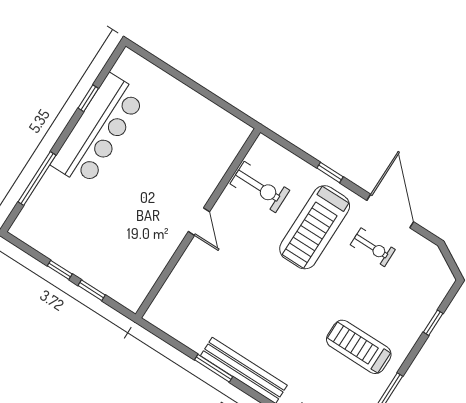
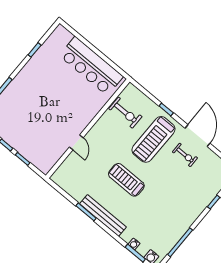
bar counter: (98, 130) -> (91, 66), moved, turned 90
door: (199, 222) -> (76, 142), moved
treadmill: (359, 347) -> (126, 180), moved

